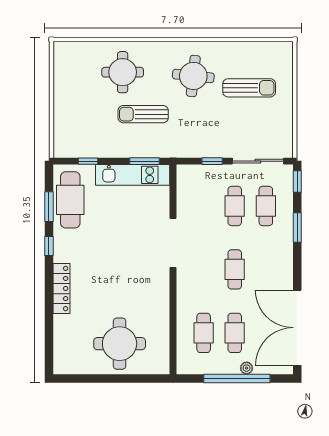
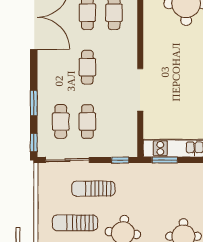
sun lounger: (143, 114) -> (93, 189), moved, turned 180
window: (212, 161) -> (120, 160), moved

